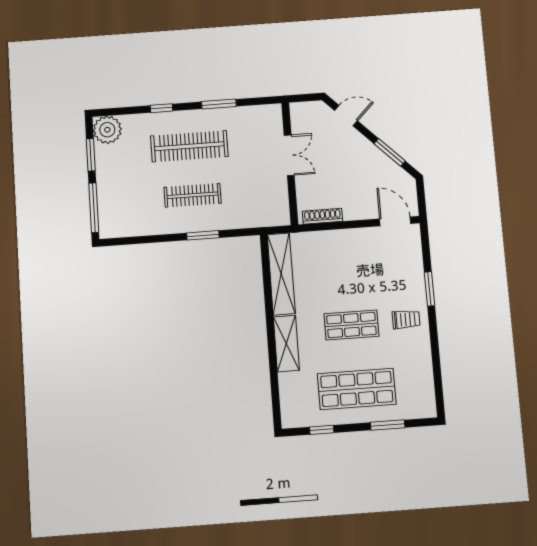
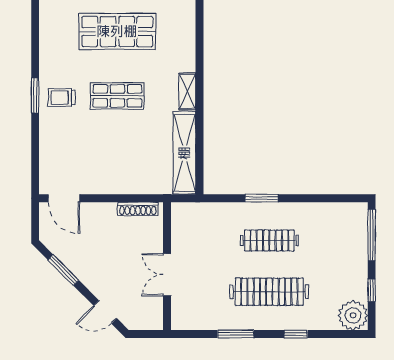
window: (91, 155) -> (372, 290), width x0.67
window: (429, 289) -> (35, 95), moved
shelving: (286, 344) -> (187, 91), width x0.67, depth x0.75

